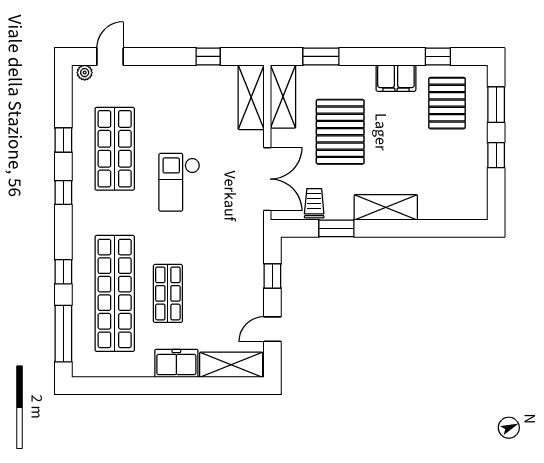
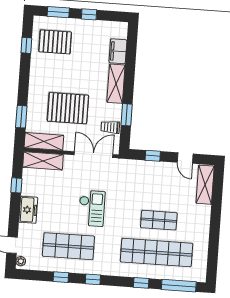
filing cabinet: (396, 78) -> (118, 51), moved, turned 180
checkout: (179, 182) -> (92, 208), turned -90
freezer: (176, 363) -> (28, 210), moved, turned 180

